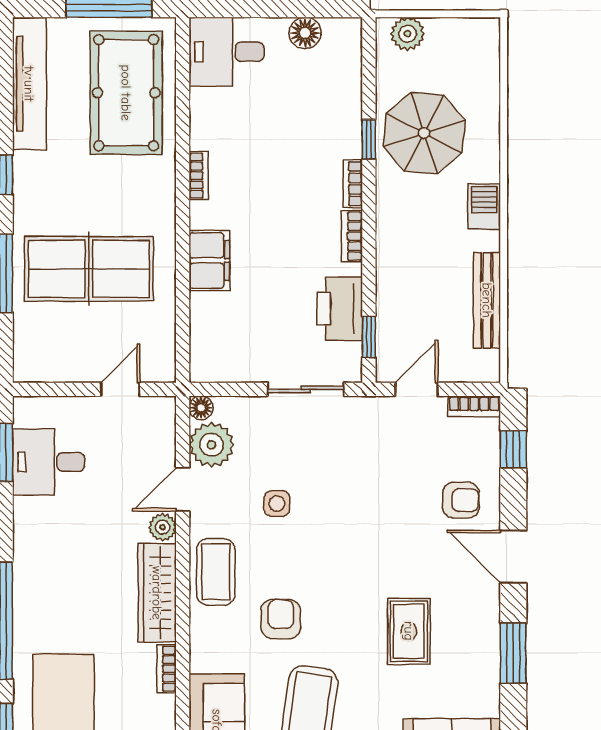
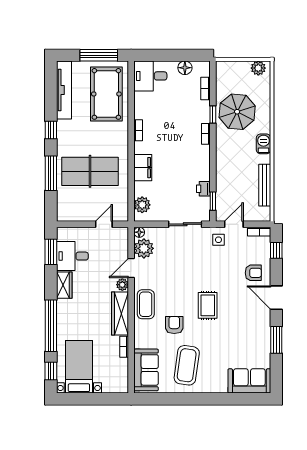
plant: (408, 34) -> (258, 68), moved
bookcase: (352, 236) -> (205, 88), moved
printer: (340, 309) -> (203, 189), width x0.53, depth x0.68
plant: (208, 345) -> (142, 205), added
side table: (277, 503) -> (218, 240), moved
wardrobe: (30, 528) -> (64, 285), added
rug: (409, 631) -> (208, 305), moved

